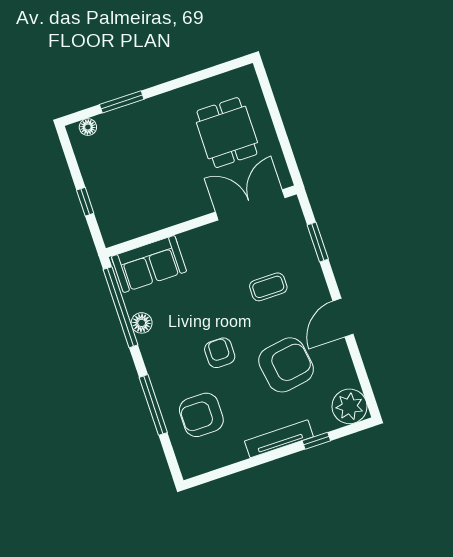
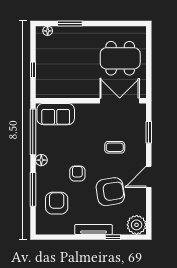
dining table: (227, 133) -> (120, 58), width x1.38
floor lamp: (142, 323) -> (41, 160), moved
armchair: (201, 415) -> (57, 203), turned 90

